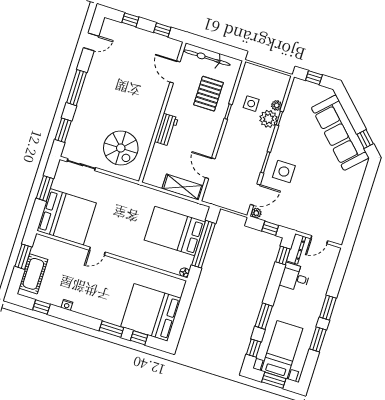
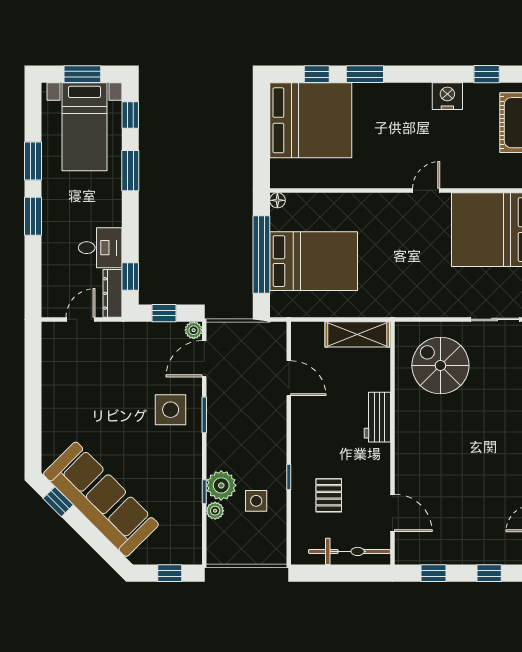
pallet: (208, 94) -> (329, 495), width x0.67, depth x0.71
shelving: (183, 187) -> (357, 334), moved
nightstand: (67, 305) -> (447, 96), width x1.89, depth x1.79

